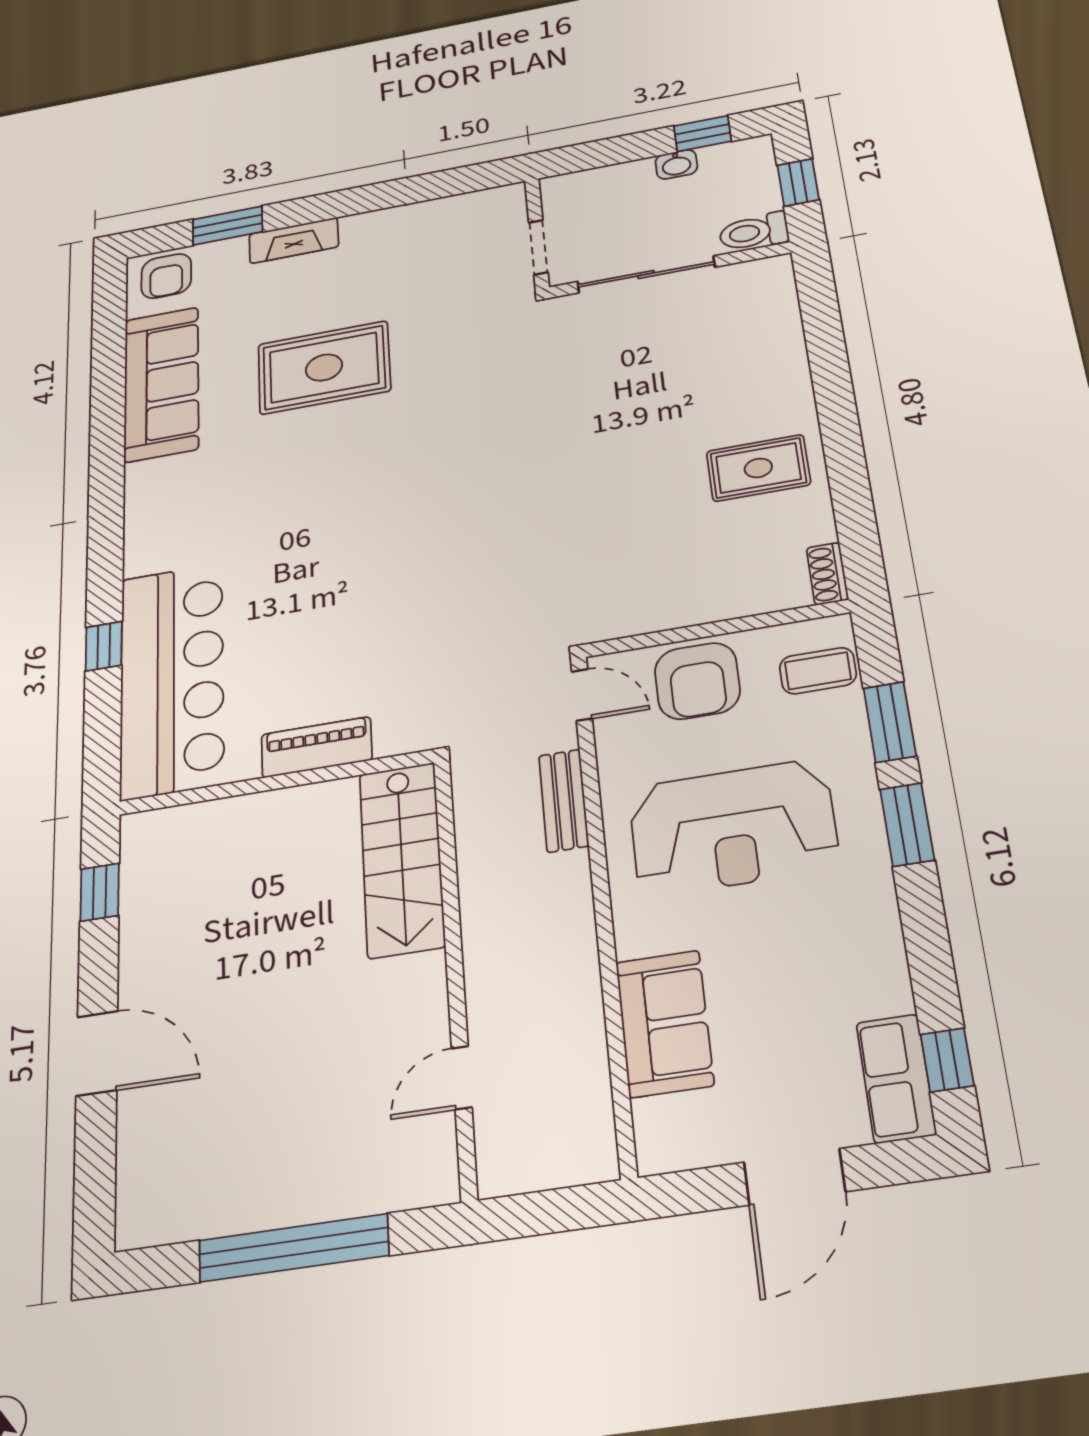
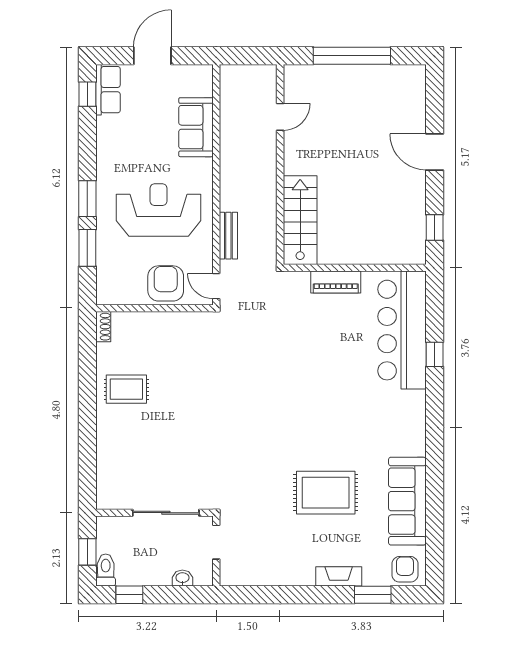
washbasin: (676, 164) -> (182, 578), moved
toilet: (754, 232) -> (106, 570), moved, turned -90
coffee table: (818, 671) -> (114, 279), removed

